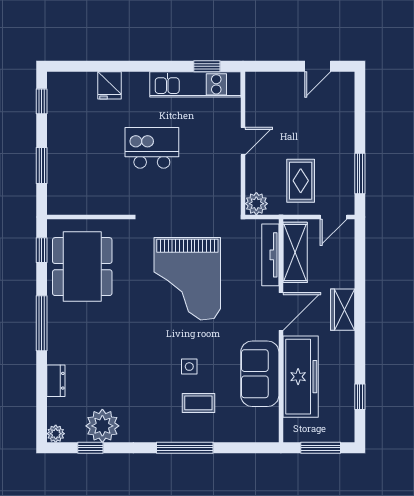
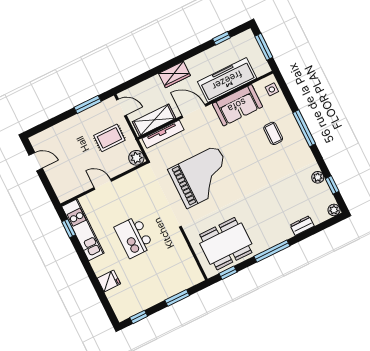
side table: (189, 367) -> (272, 89), moved
plant: (102, 426) -> (318, 177), width x0.53, depth x0.53

